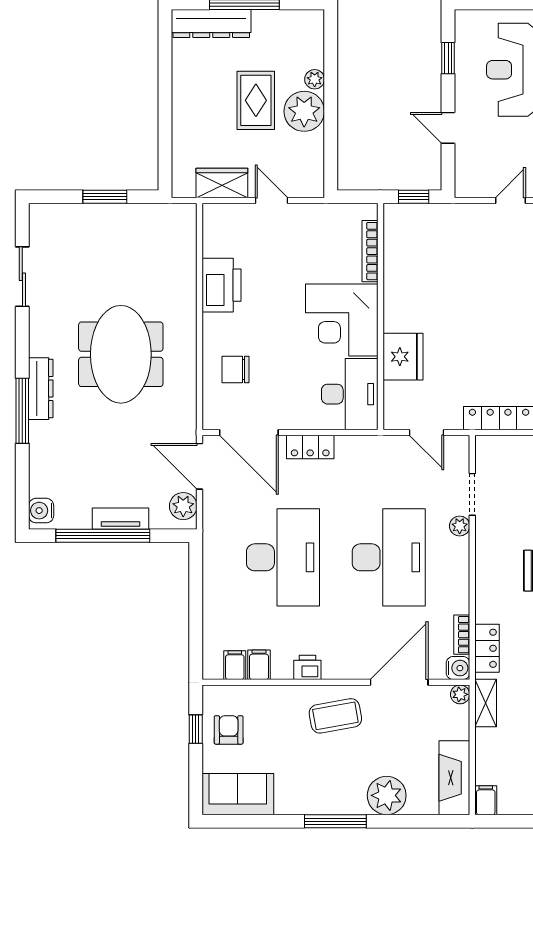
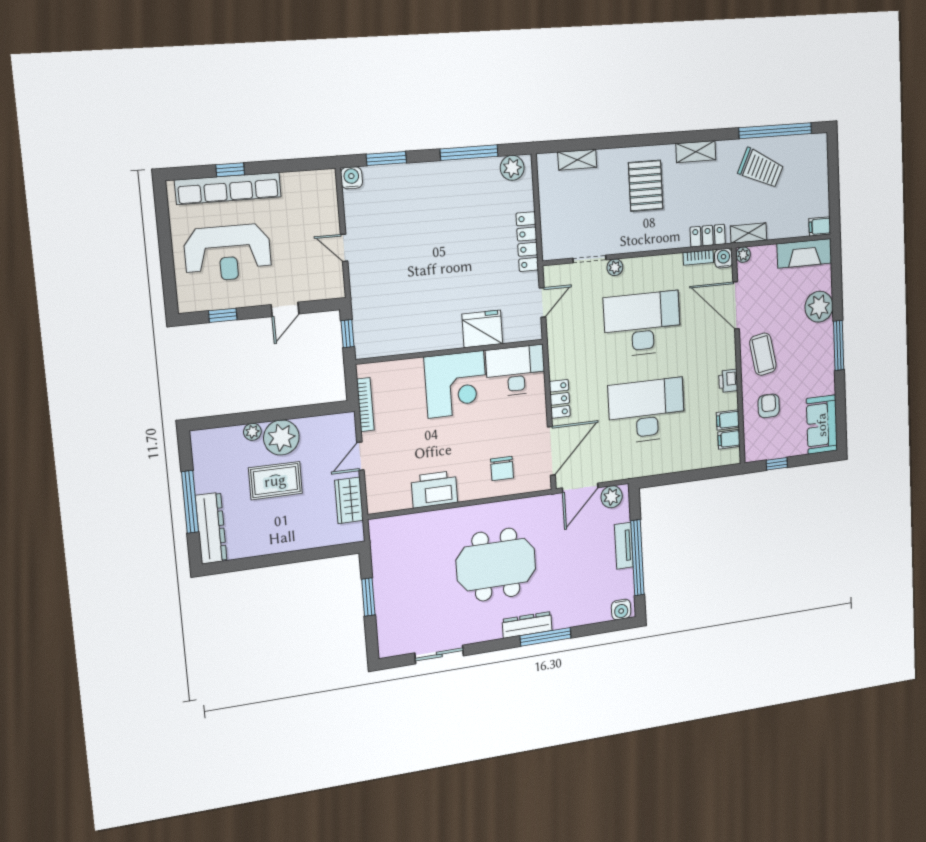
bookcase: (370, 251) -> (365, 405), moved, turned -90
armchair: (229, 730) -> (769, 406), moved, turned 90

